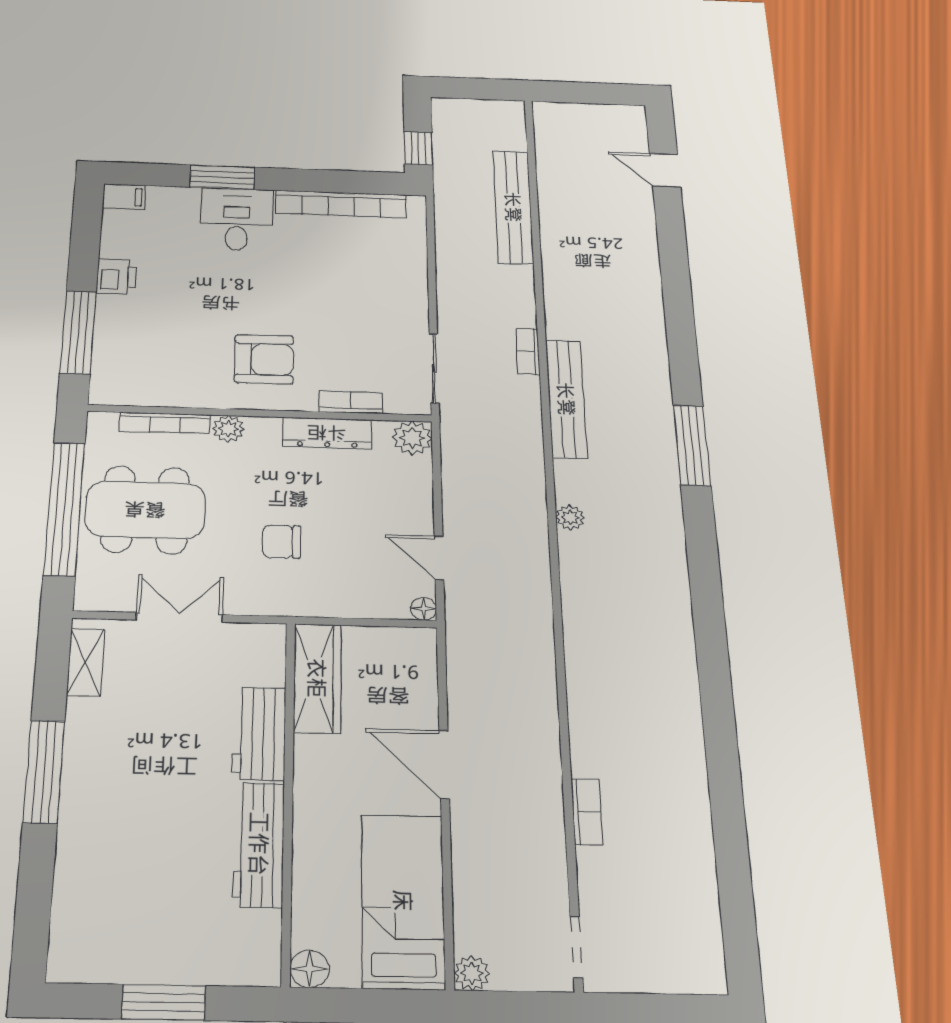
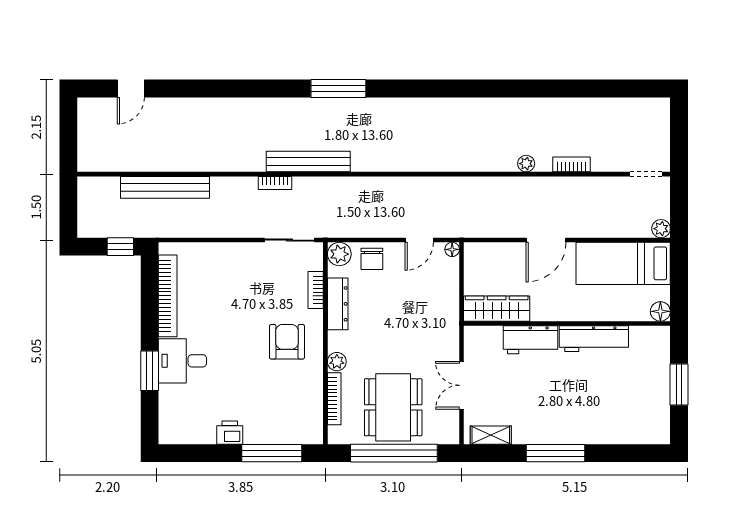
filing cabinet: (124, 197) -> (168, 431), removed
plant: (570, 517) -> (526, 164), moved
chair: (282, 542) -> (372, 259), moved

